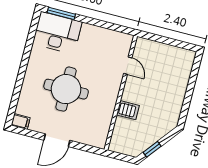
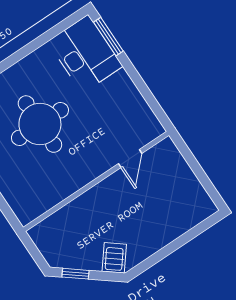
server rack: (128, 110) -> (114, 258), moved, turned -142

